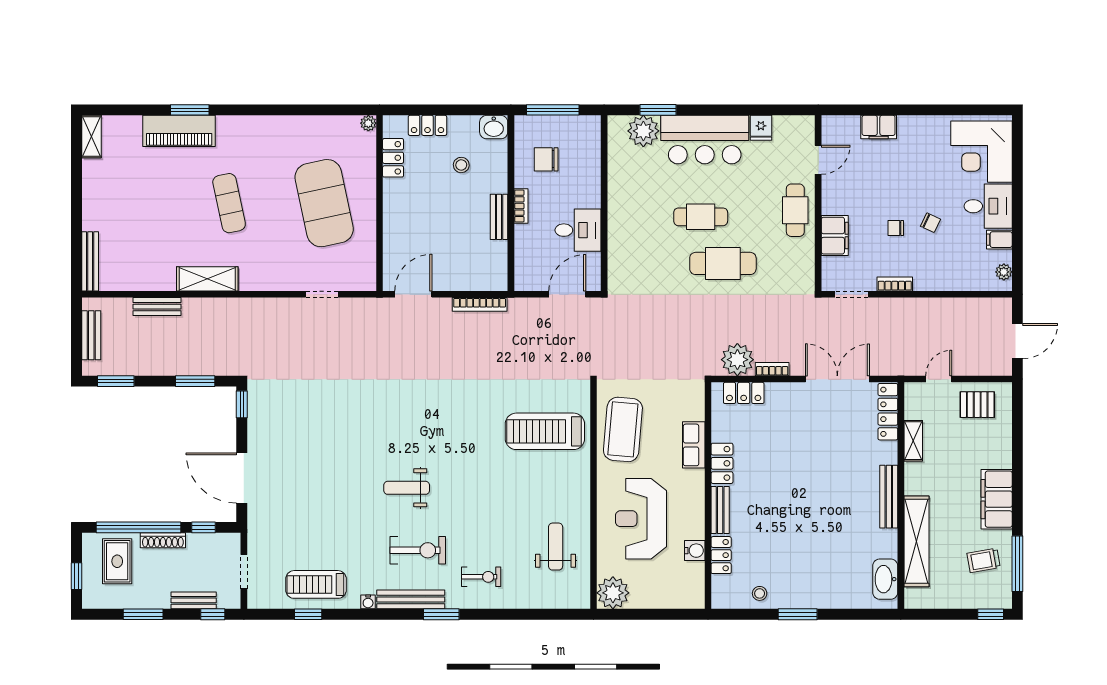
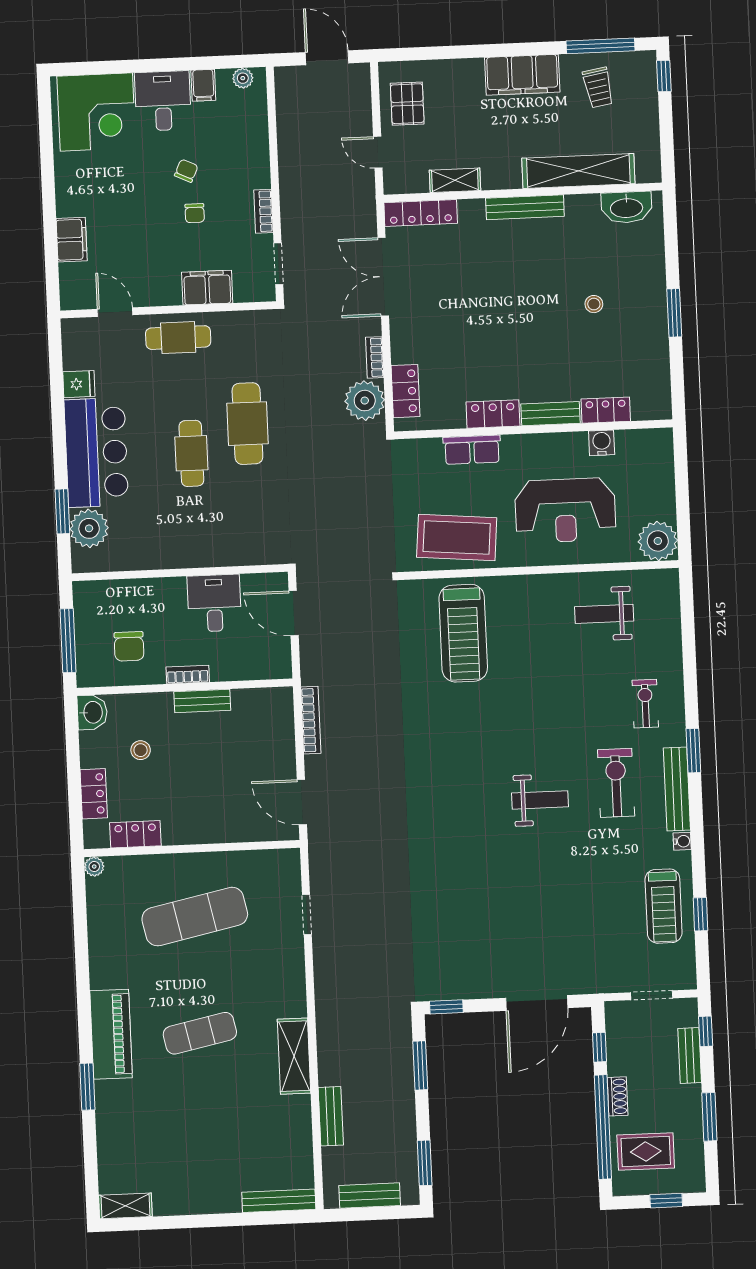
piano: (179, 131) -> (111, 1034), moved
exercise mat: (324, 203) -> (195, 917), width x0.68
weight bench: (407, 488) -> (540, 800), turned -90
shoe rack: (163, 540) -> (618, 1096), width x0.70
stool: (760, 593) -> (594, 304), moved

